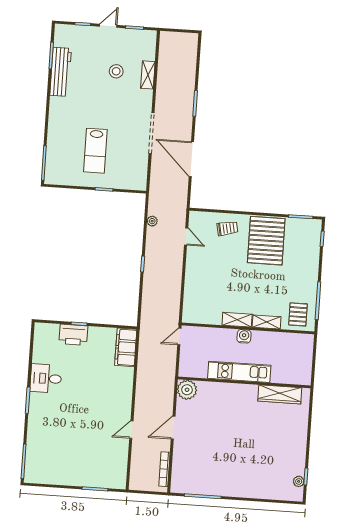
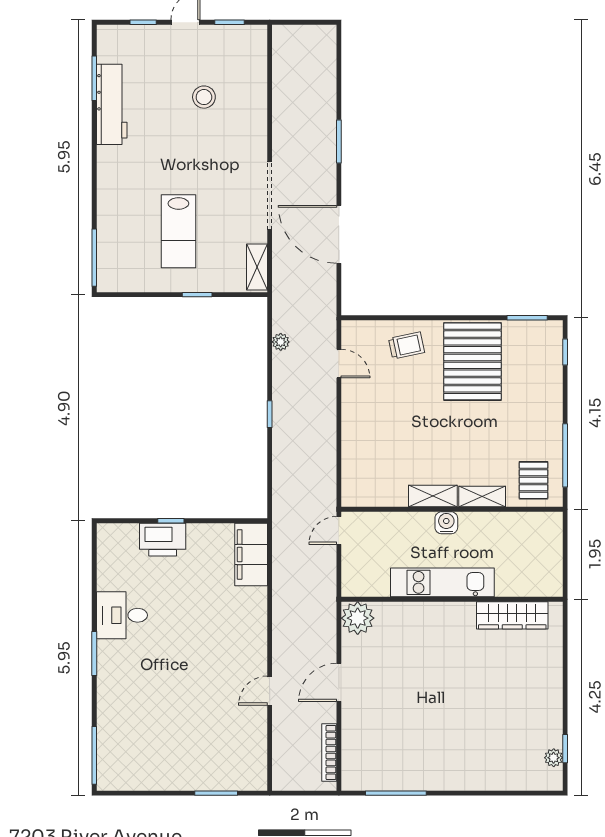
shelving: (148, 75) -> (257, 267), moved

